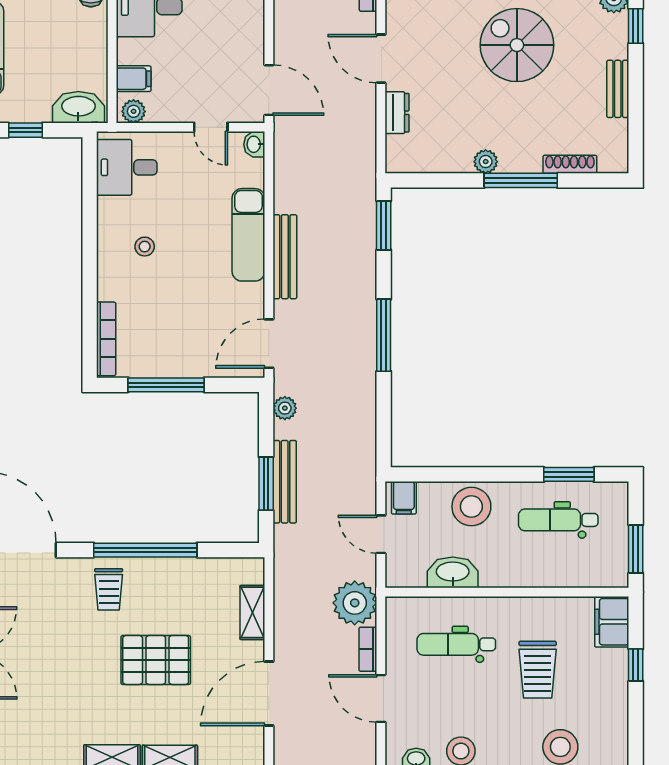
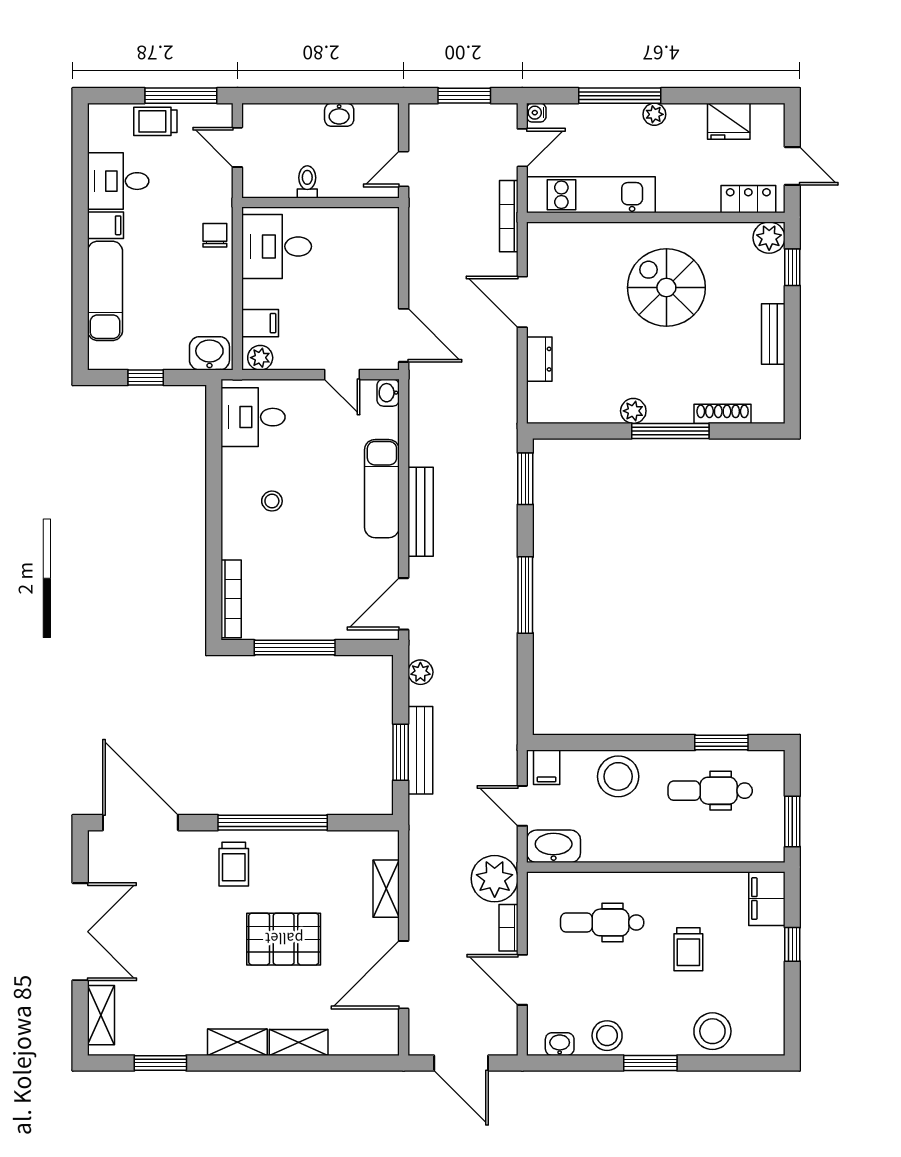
washbasin: (78, 107) -> (209, 353), width x0.72
washbasin: (453, 572) -> (554, 846), moved
trolley: (538, 670) -> (688, 949), width x0.73, depth x0.72

